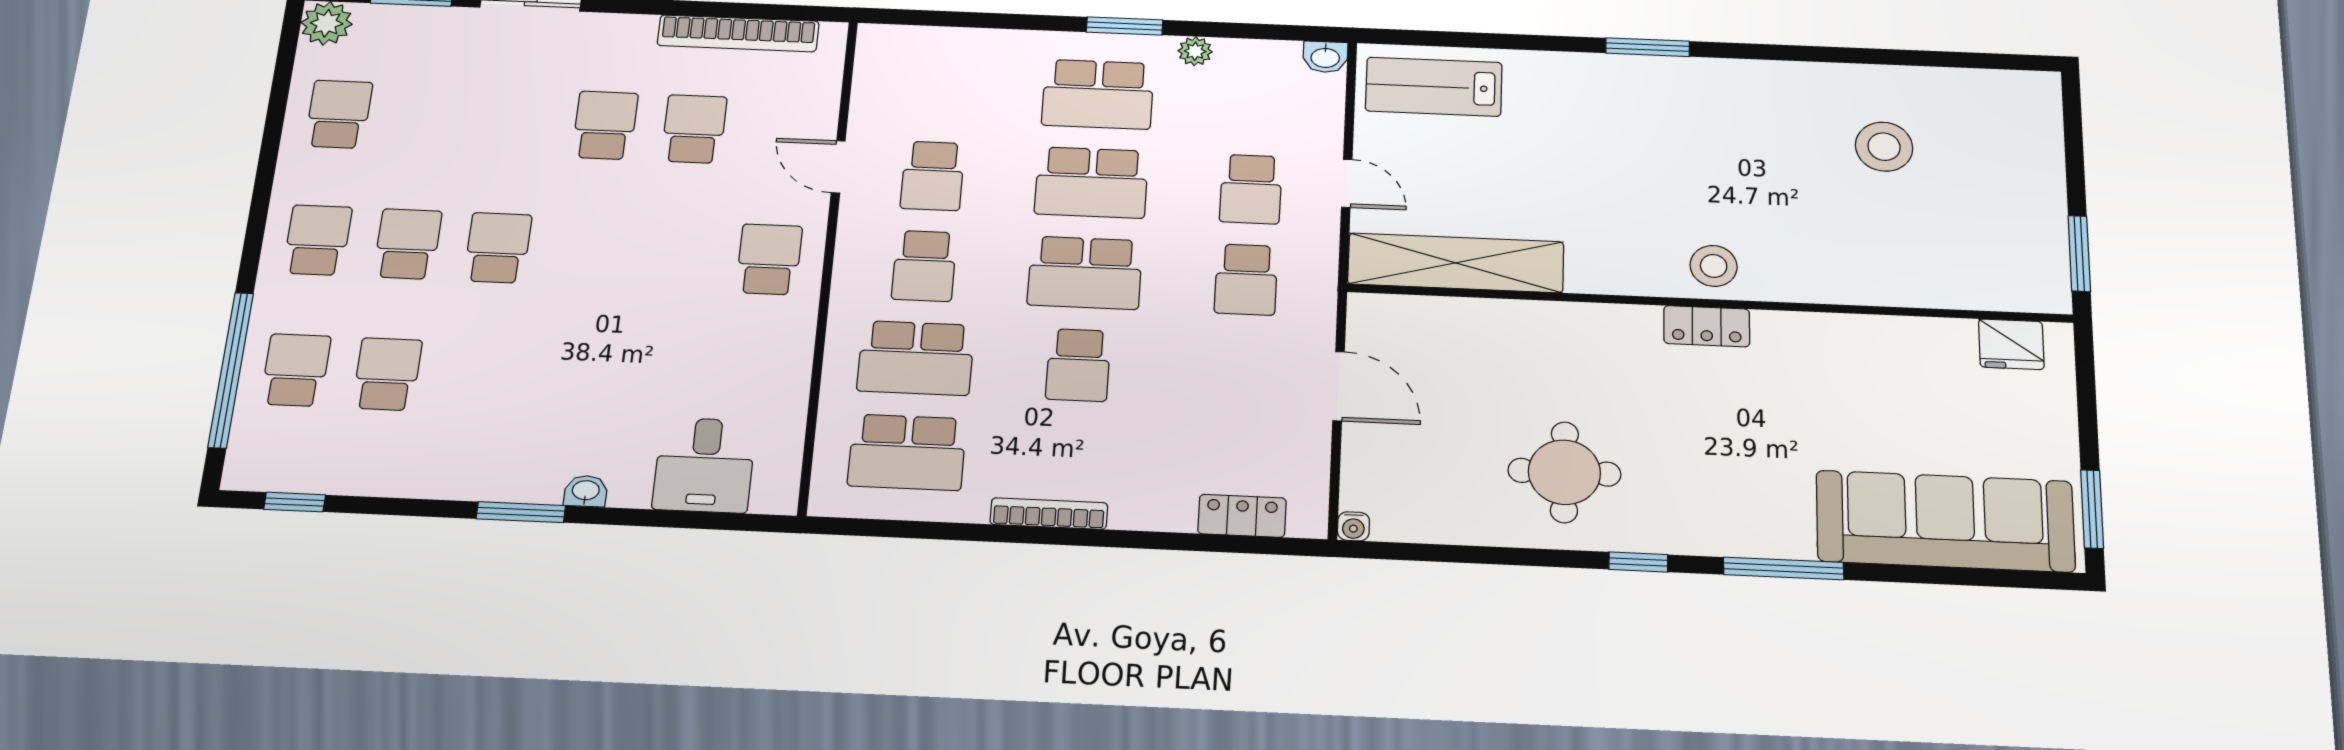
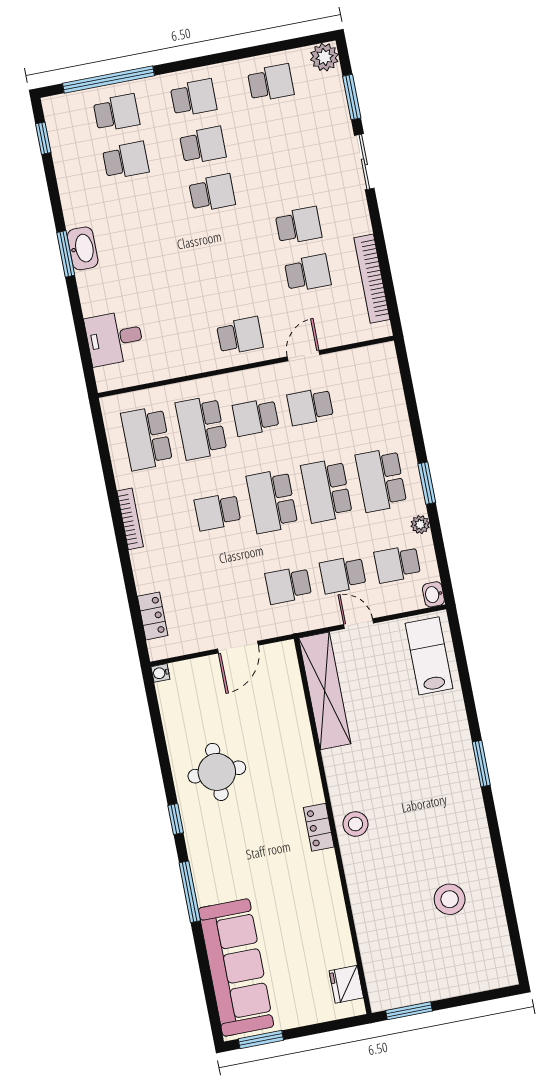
school desk: (1255, 101) -> (397, 564), added
door: (1347, 183) -> (359, 624), swing flipped
washbasin: (586, 491) -> (83, 248), moved, width x1.91, depth x1.45

